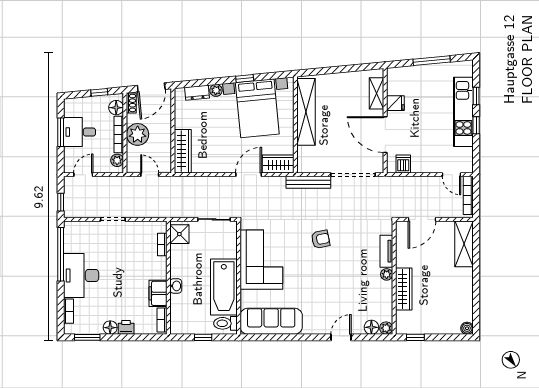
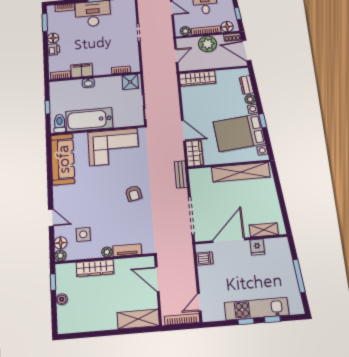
bench: (308, 182) -> (181, 174), width x0.73
side table: (364, 301) -> (83, 234), added
boiler: (467, 328) -> (62, 299), moved

